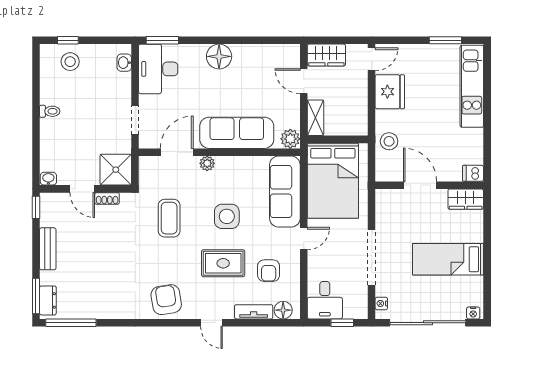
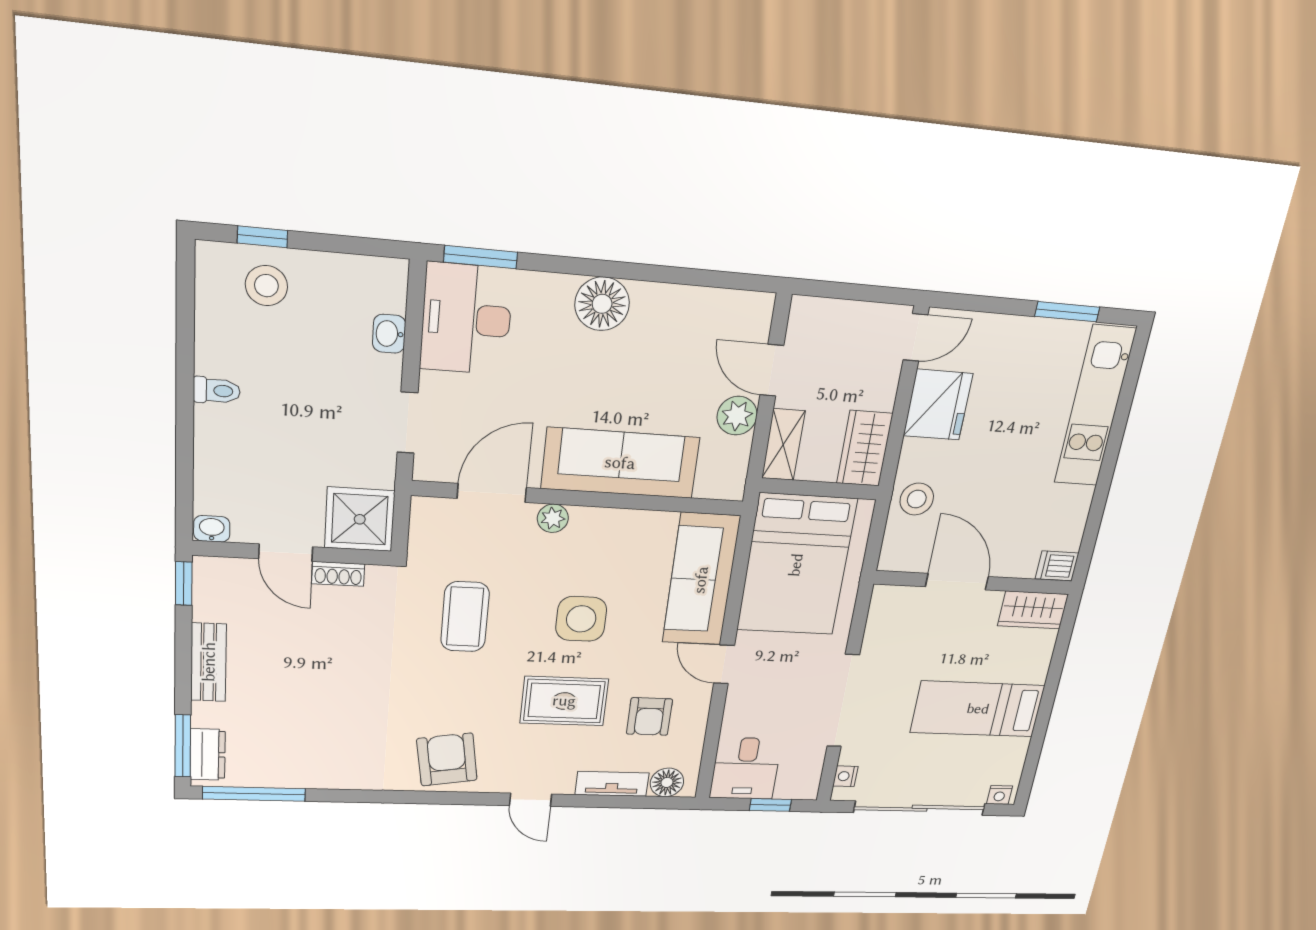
wardrobe: (326, 55) -> (865, 448), moved, turned 90
washbasin: (124, 63) -> (389, 334), moved
plant: (290, 139) -> (737, 416), moved
door: (304, 239) -> (724, 664), swing flipped

